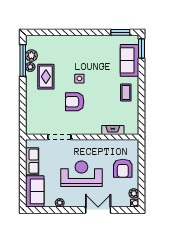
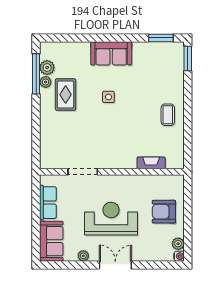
sofa: (129, 60) -> (111, 53), moved, turned -90
armchair: (75, 102) -> (102, 127), removed
armchair: (123, 168) -> (164, 212), turned 90
double door: (98, 210) -> (115, 265), moved

